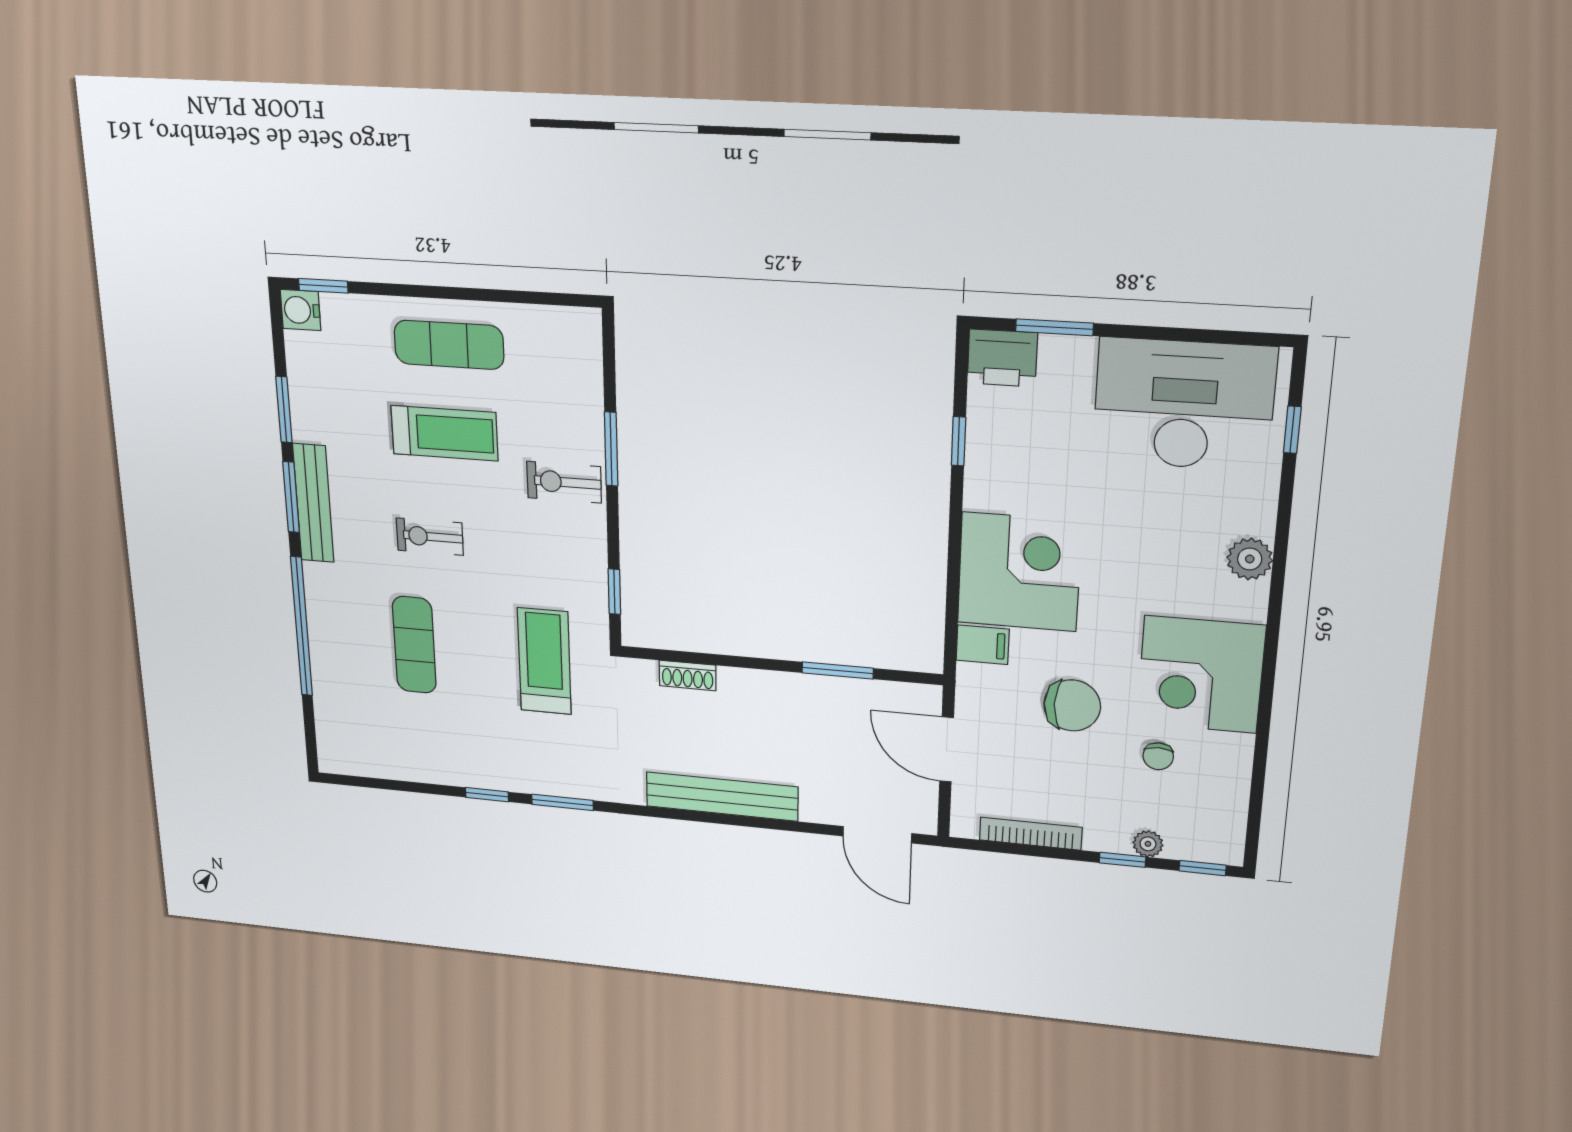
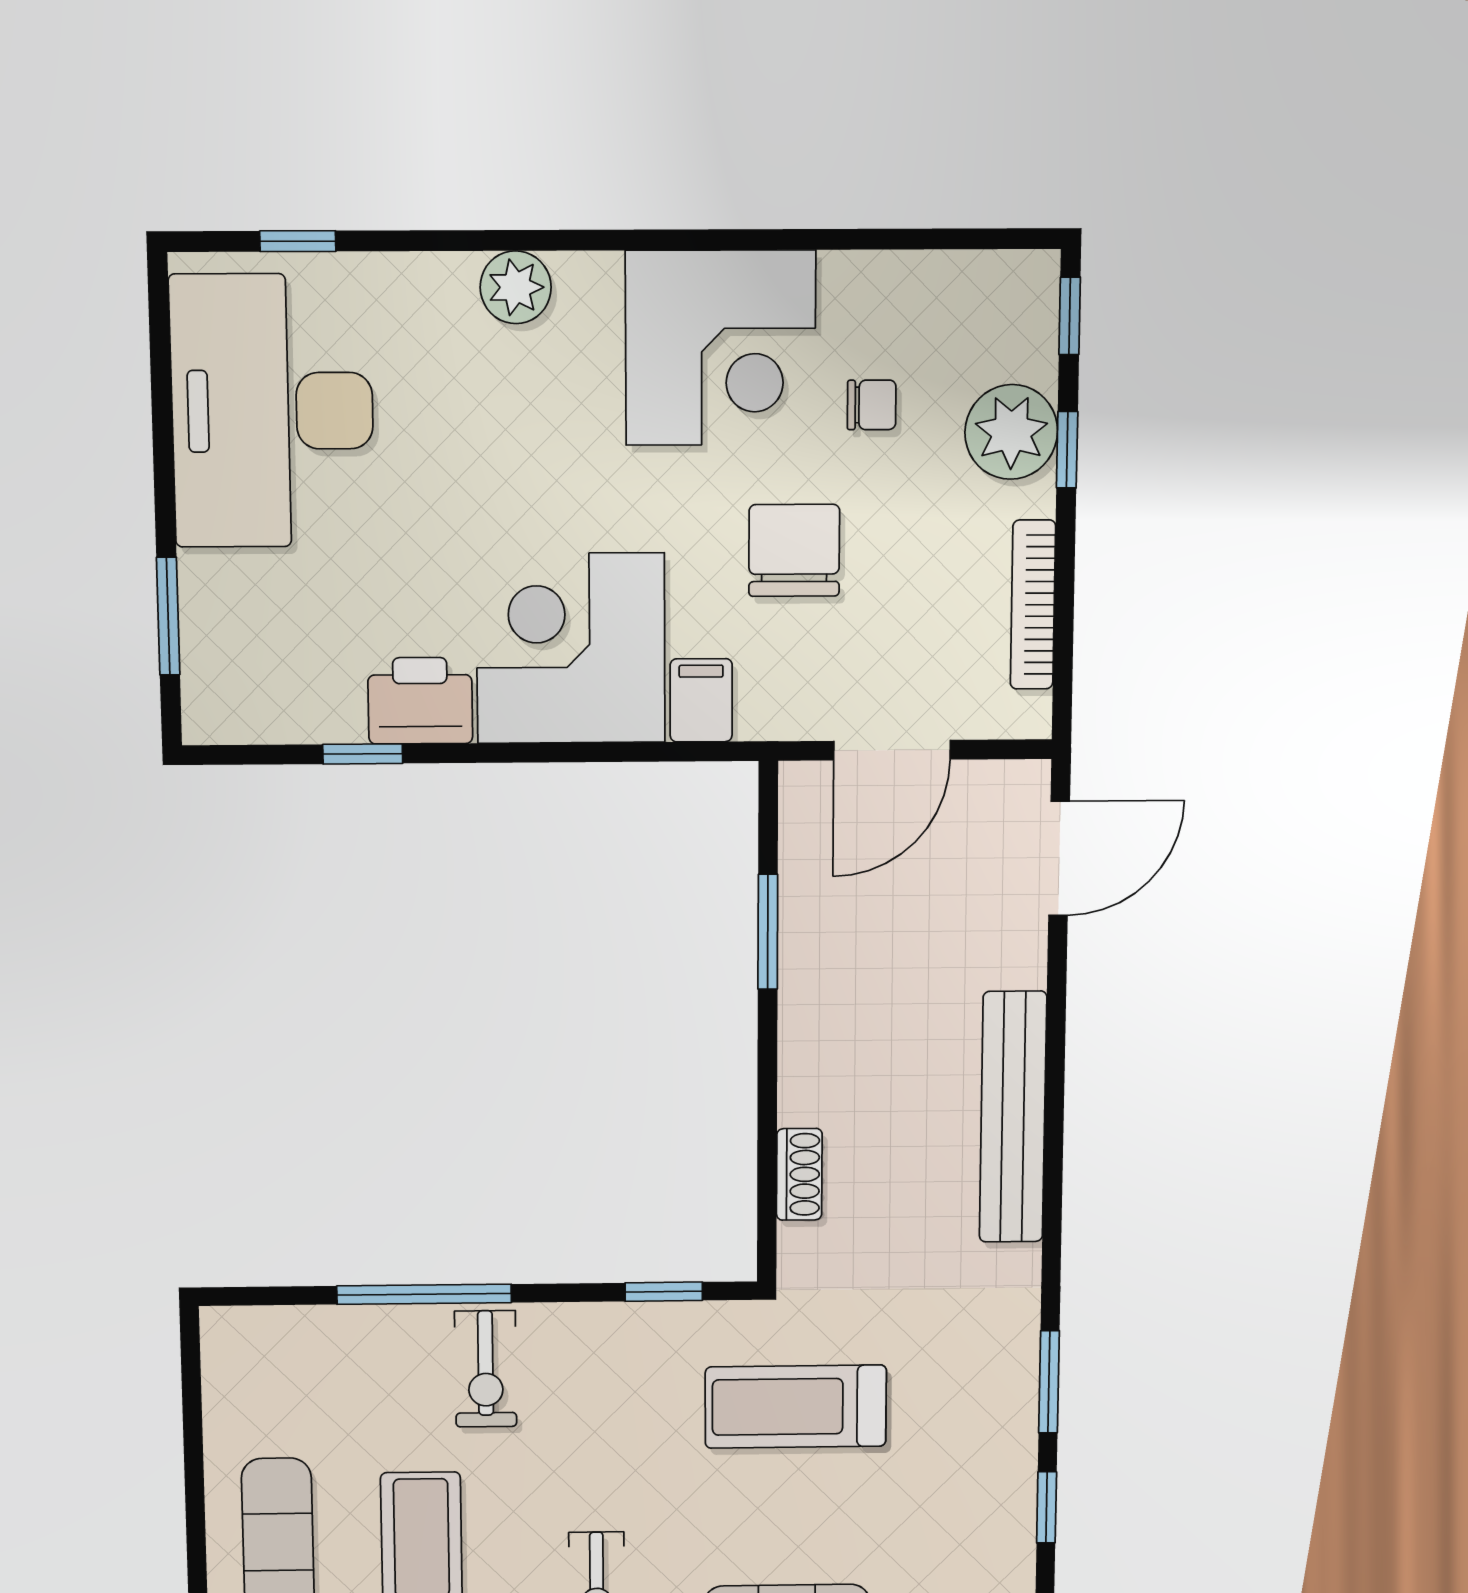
printer: (1002, 358) -> (420, 701), moved, turned -90
window: (611, 449) -> (424, 1294), width x1.44
plant: (1148, 844) -> (1011, 432), width x1.88, depth x1.88

